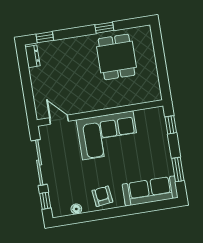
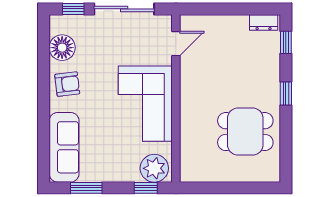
window: (104, 28) -> (286, 93), moved
plant: (155, 121) -> (154, 168), added
floor lamp: (76, 209) -> (62, 48), width x1.89, depth x1.89

